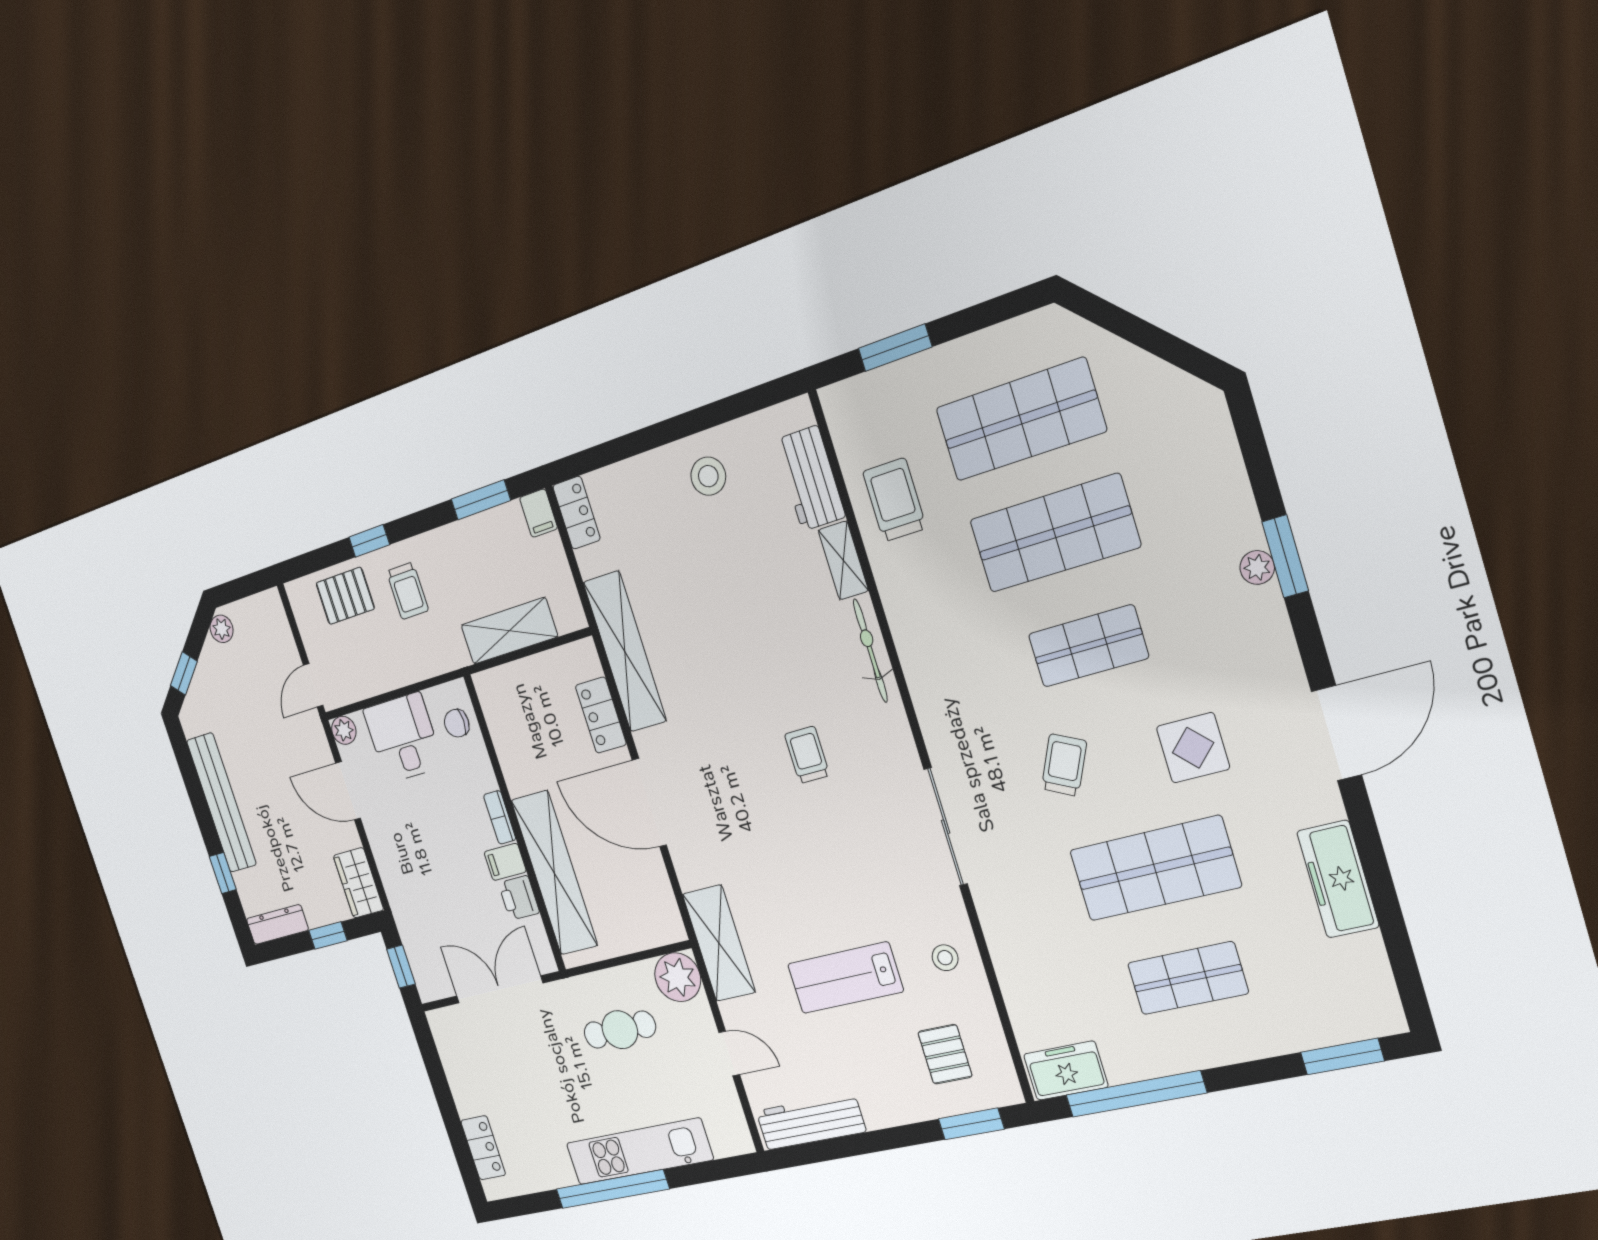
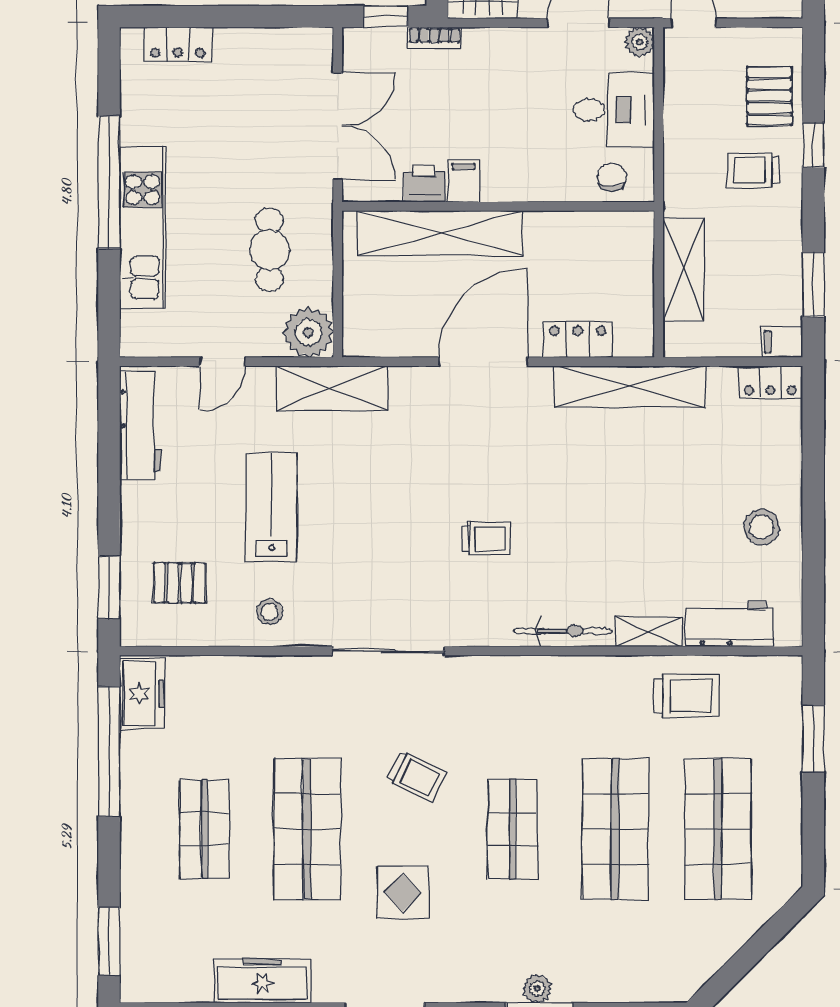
bookcase: (500, 817) -> (434, 38), moved, turned 180

